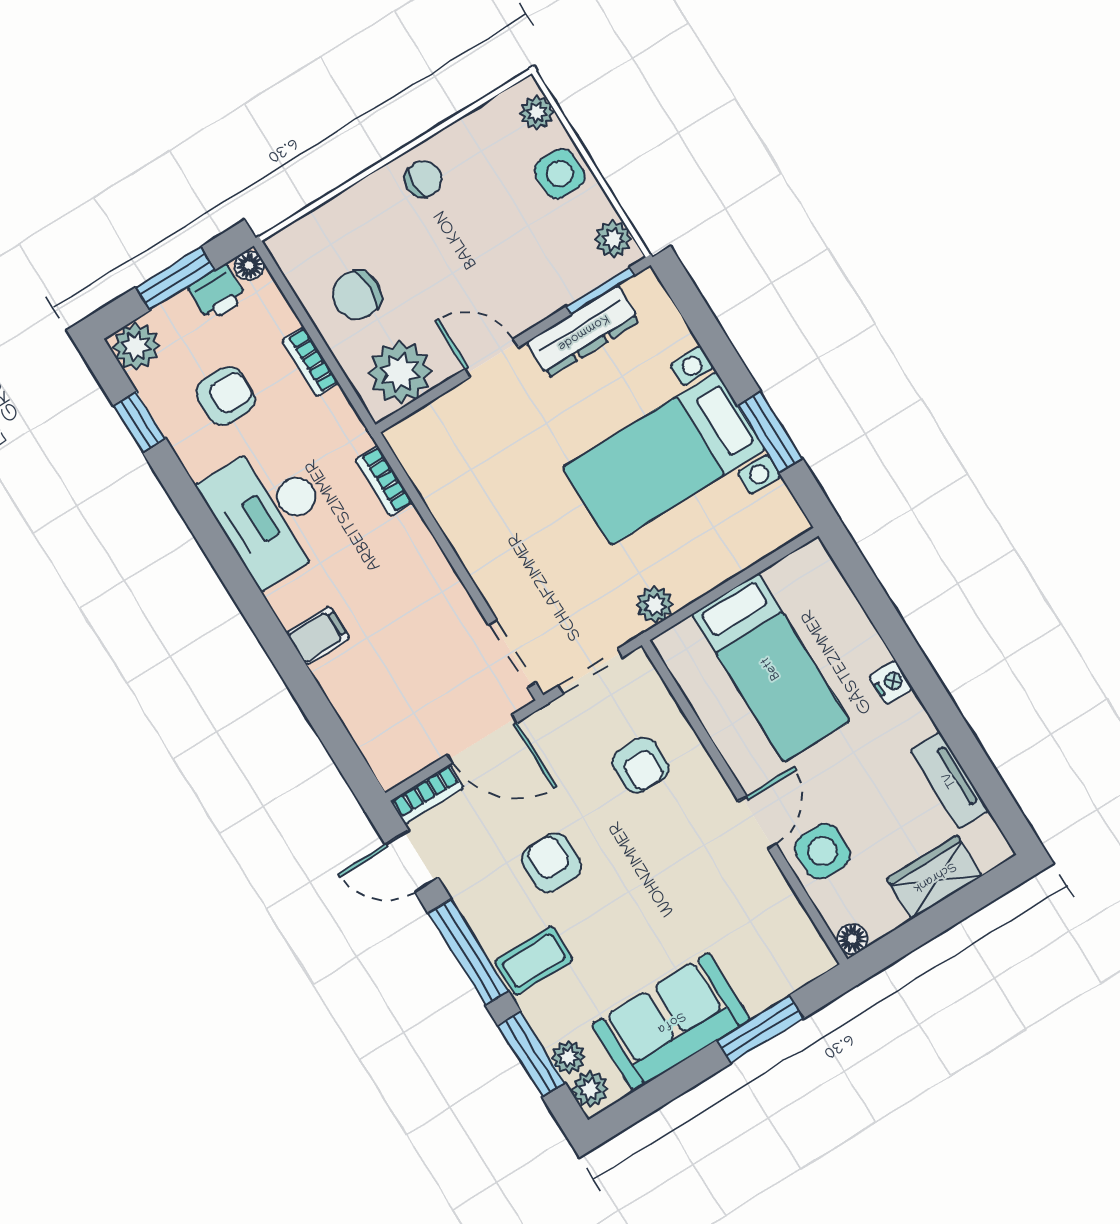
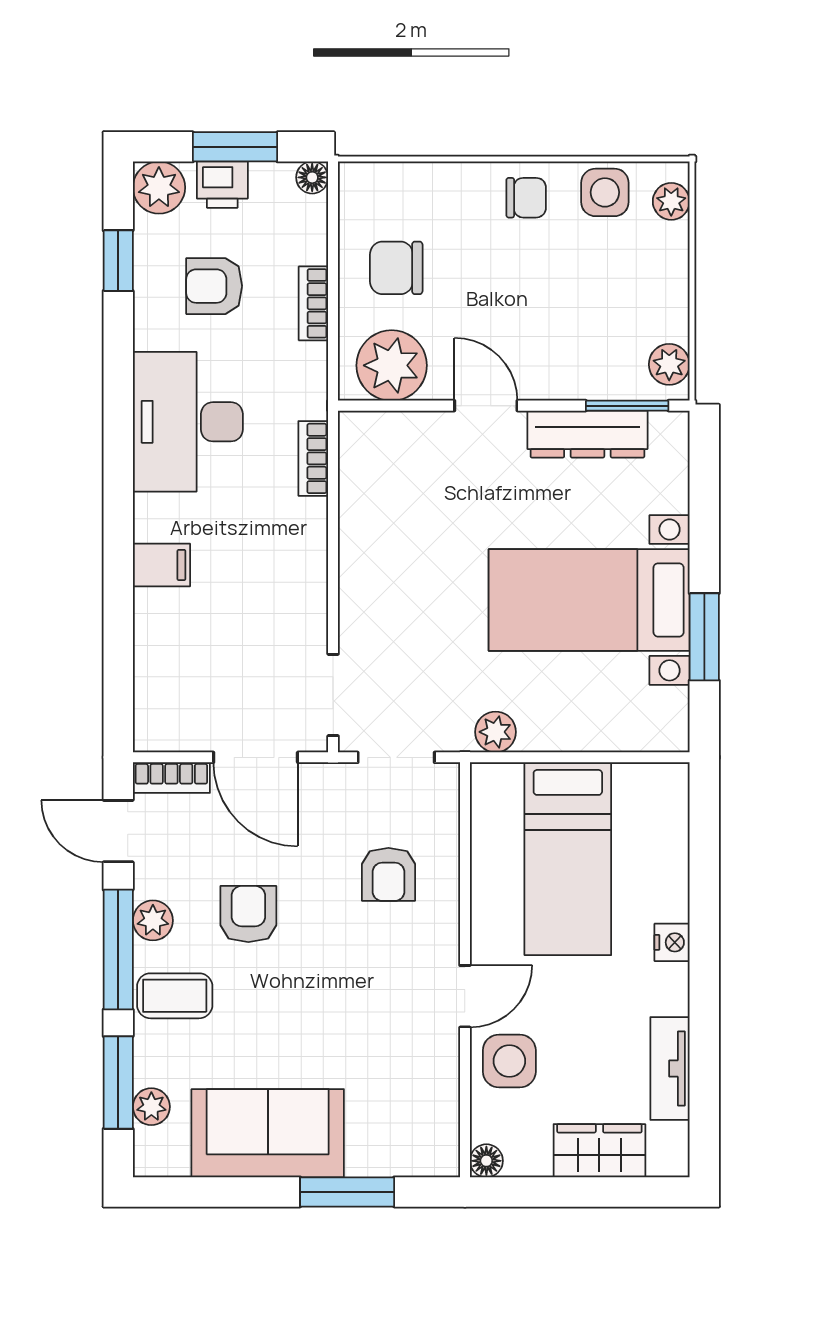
side table: (560, 174) -> (605, 192), moved
printer: (218, 293) -> (222, 185), moved
armchair: (226, 396) -> (214, 286), turned 180
plant: (590, 1089) -> (153, 920), moved

